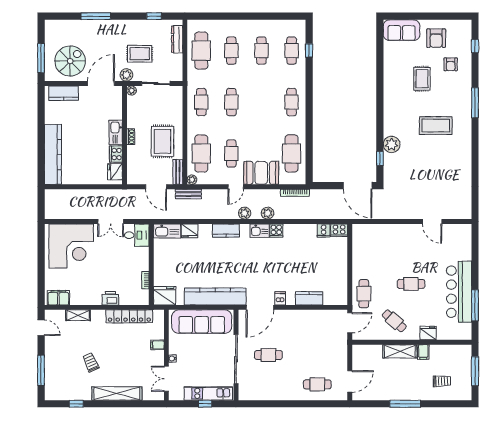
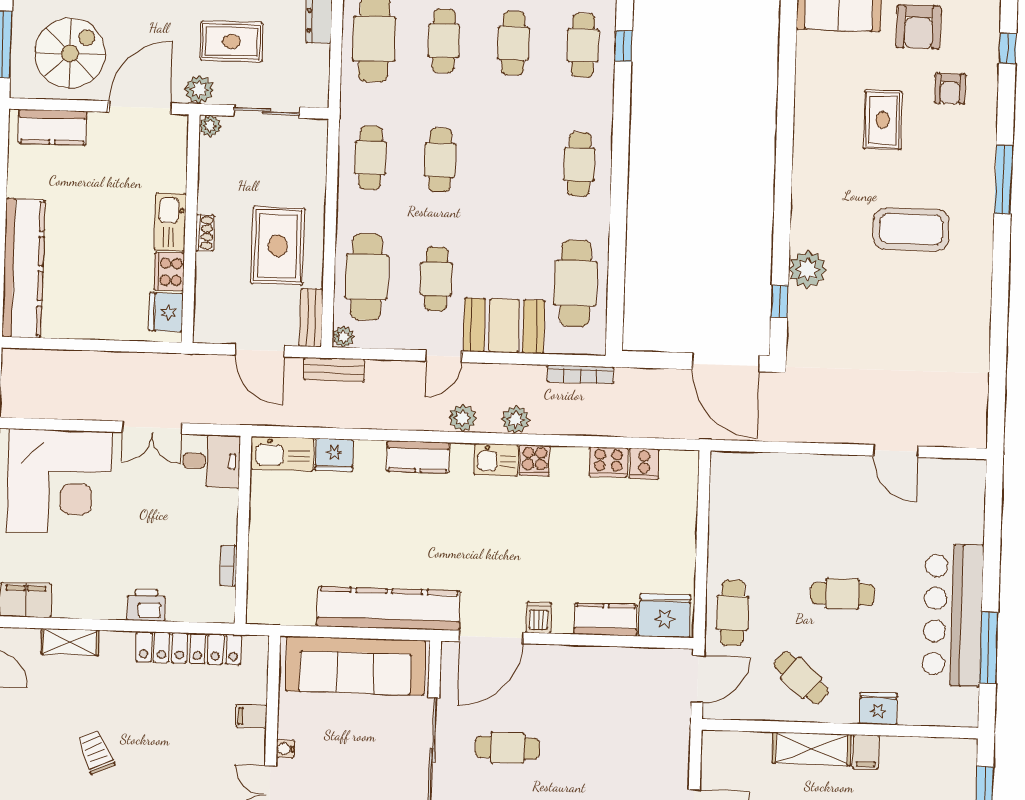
cooker: (339, 230) -> (608, 462), moved
fridge: (165, 296) -> (665, 616), moved

